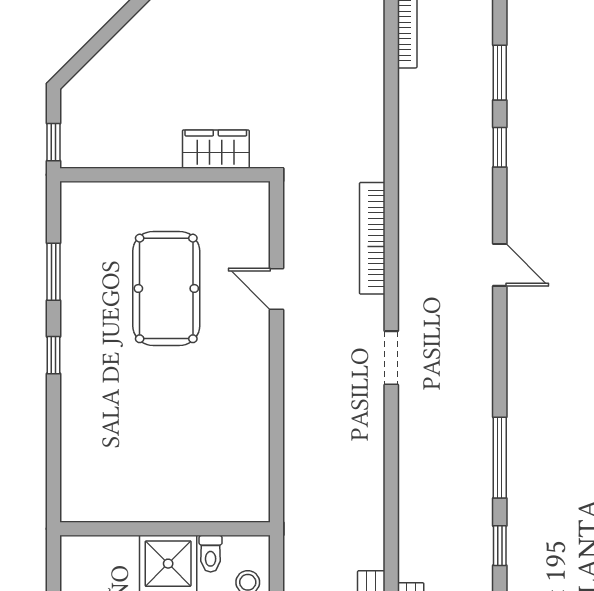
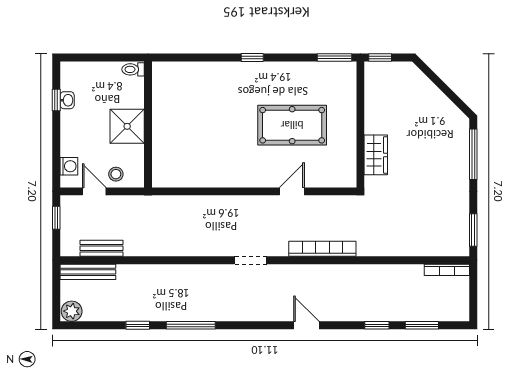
door: (500, 265) -> (306, 325), swing flipped
window: (53, 272) -> (334, 57), moved
toilet: (211, 554) -> (133, 69), moved

